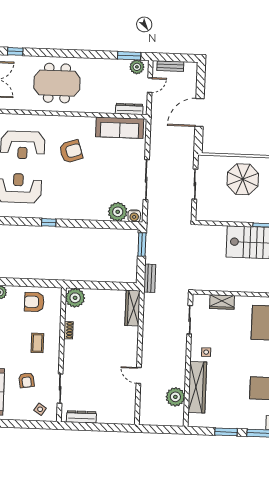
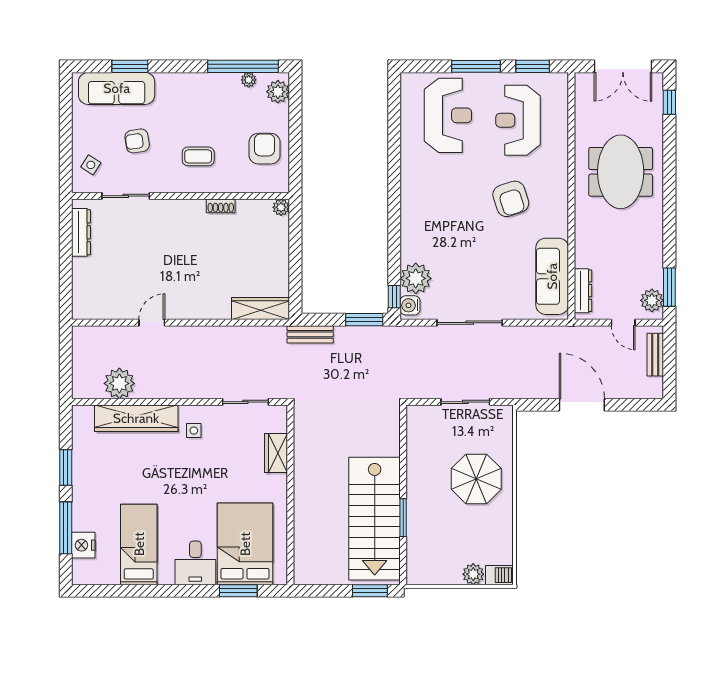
window: (49, 222) -> (394, 297), moved
plant: (75, 298) -> (281, 207), width x0.53, depth x0.53

